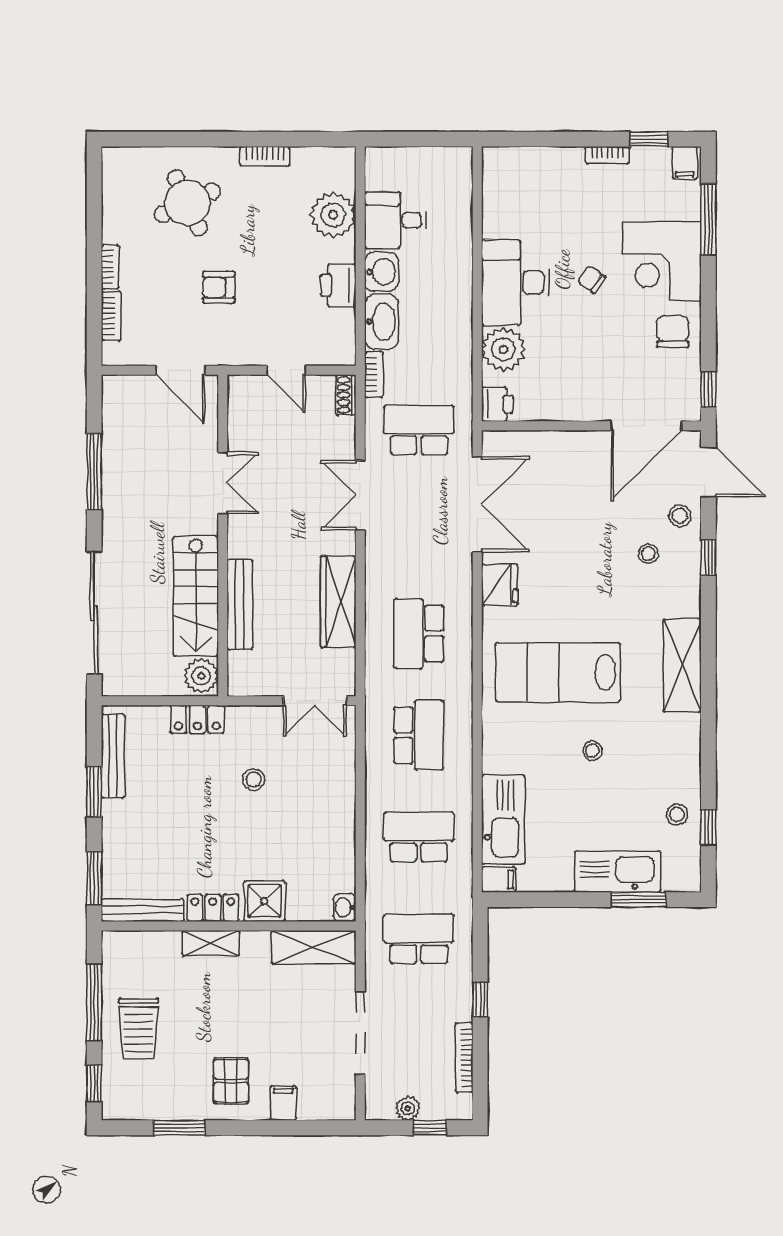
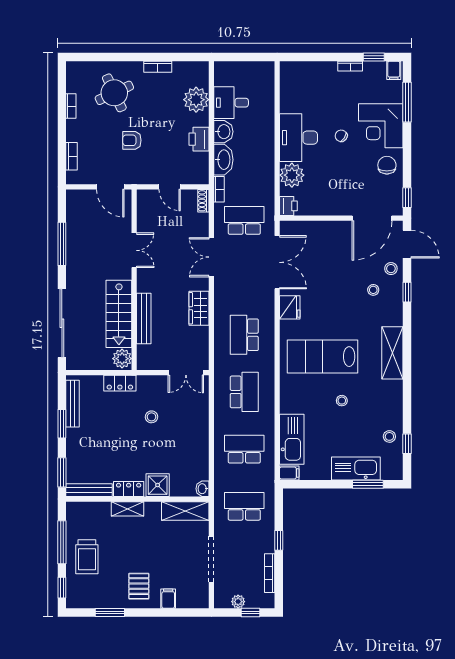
bookcase: (110, 267) -> (71, 106), moved
wardrobe: (338, 601) -> (199, 308), width x0.67

